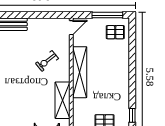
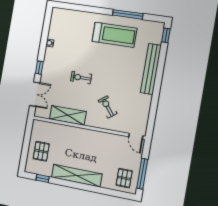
shelving: (80, 72) -> (77, 176), moved
exercise bike: (22, 93) -> (81, 78), added

